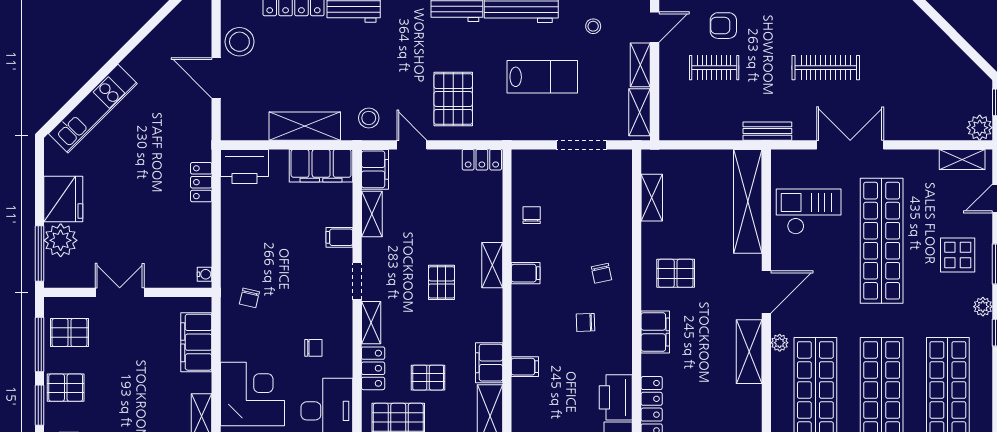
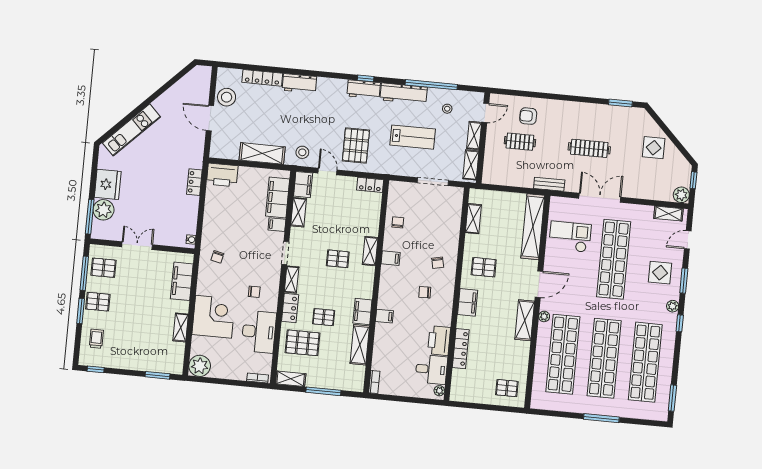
display table: (928, 57) -> (654, 148), added
filing cabinet: (321, 166) -> (278, 198), moved, turned 90
pallet: (442, 282) -> (338, 259), turned 90

